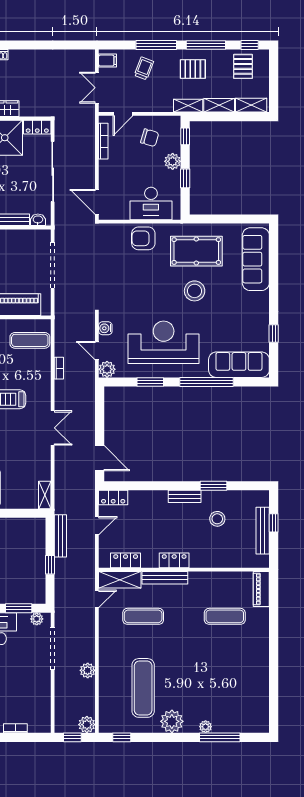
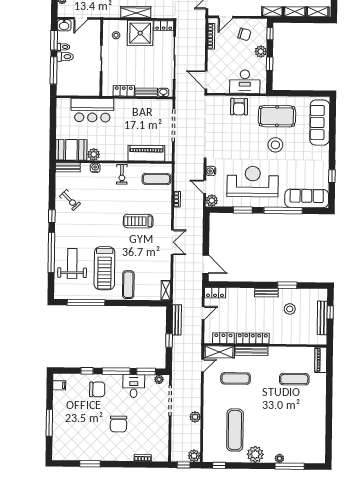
armchair: (143, 238) -> (239, 107), turned -90
locker: (174, 560) -> (253, 338), width x1.53

